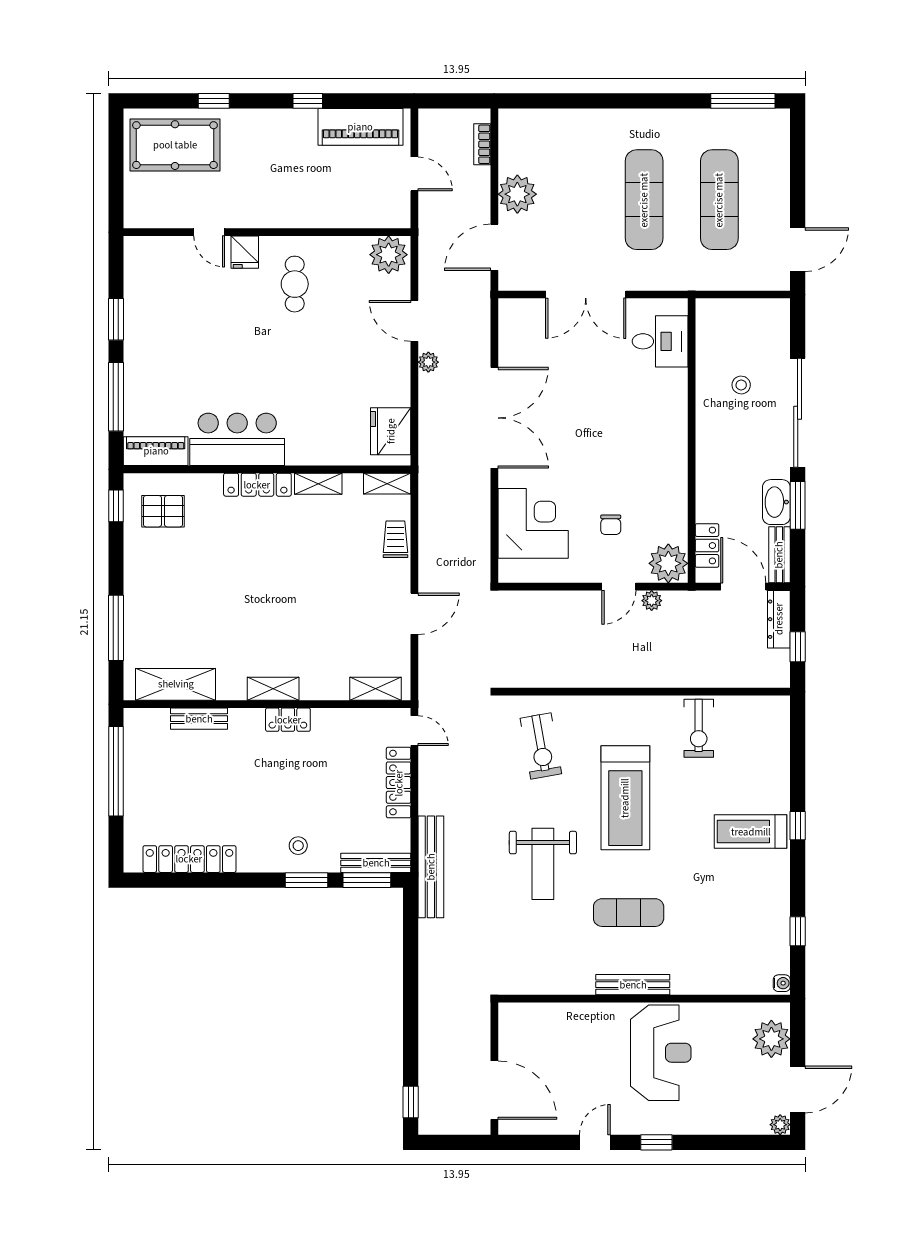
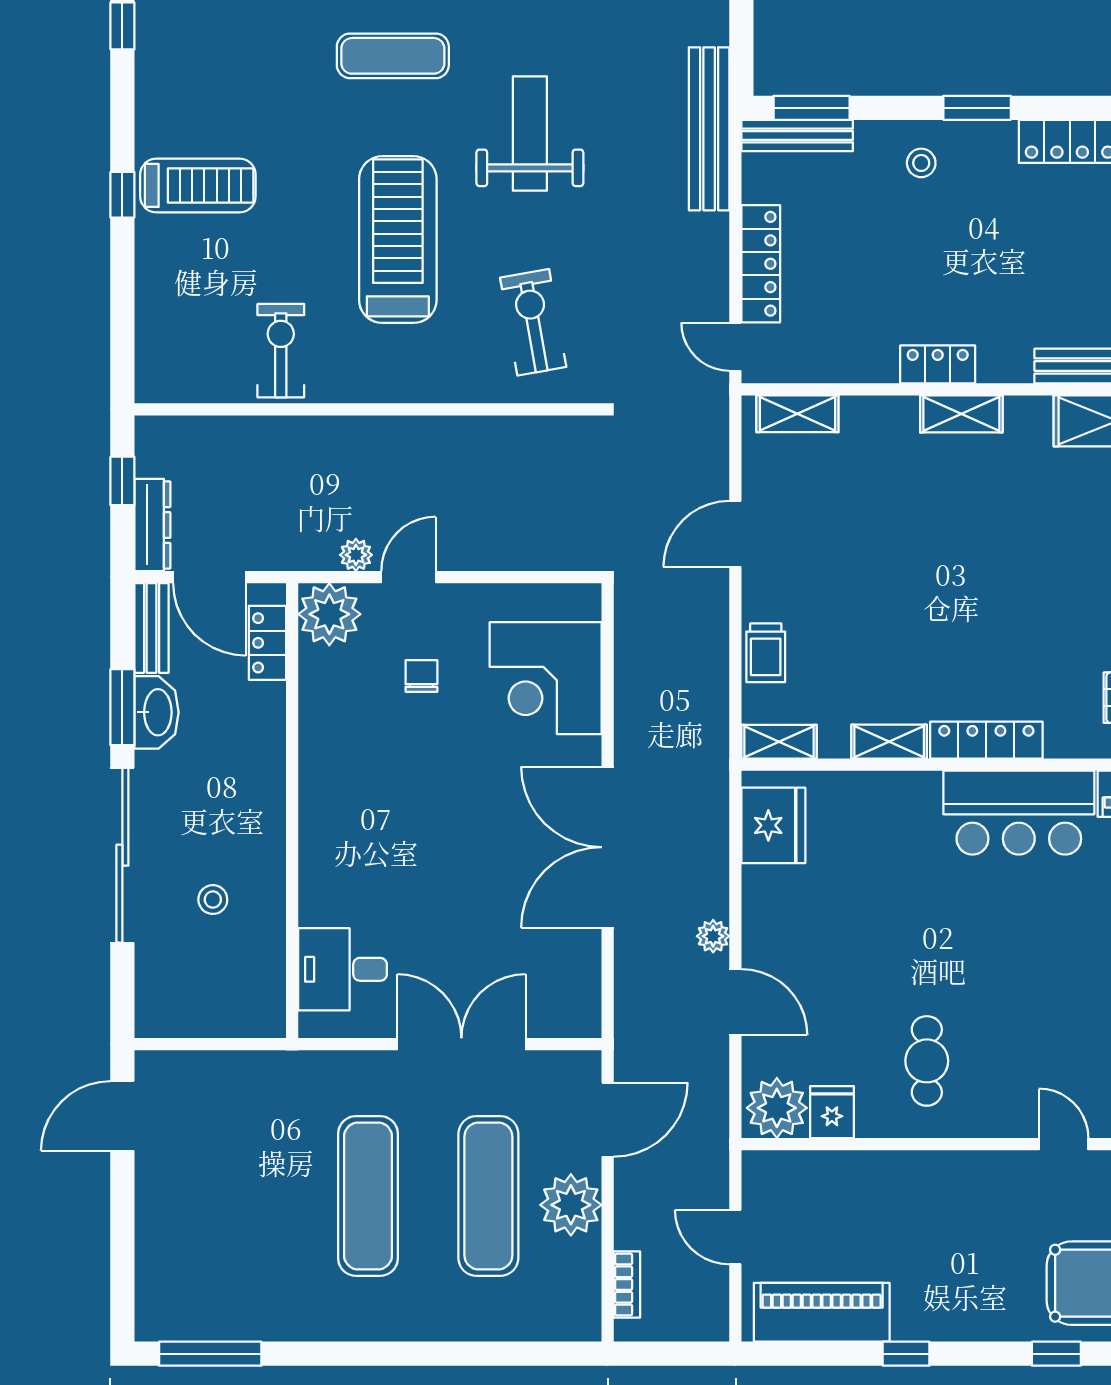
exercise mat: (719, 200) -> (488, 1196), moved
fridge: (245, 252) -> (832, 1112), moved
window: (307, 880) -> (977, 108), moved

